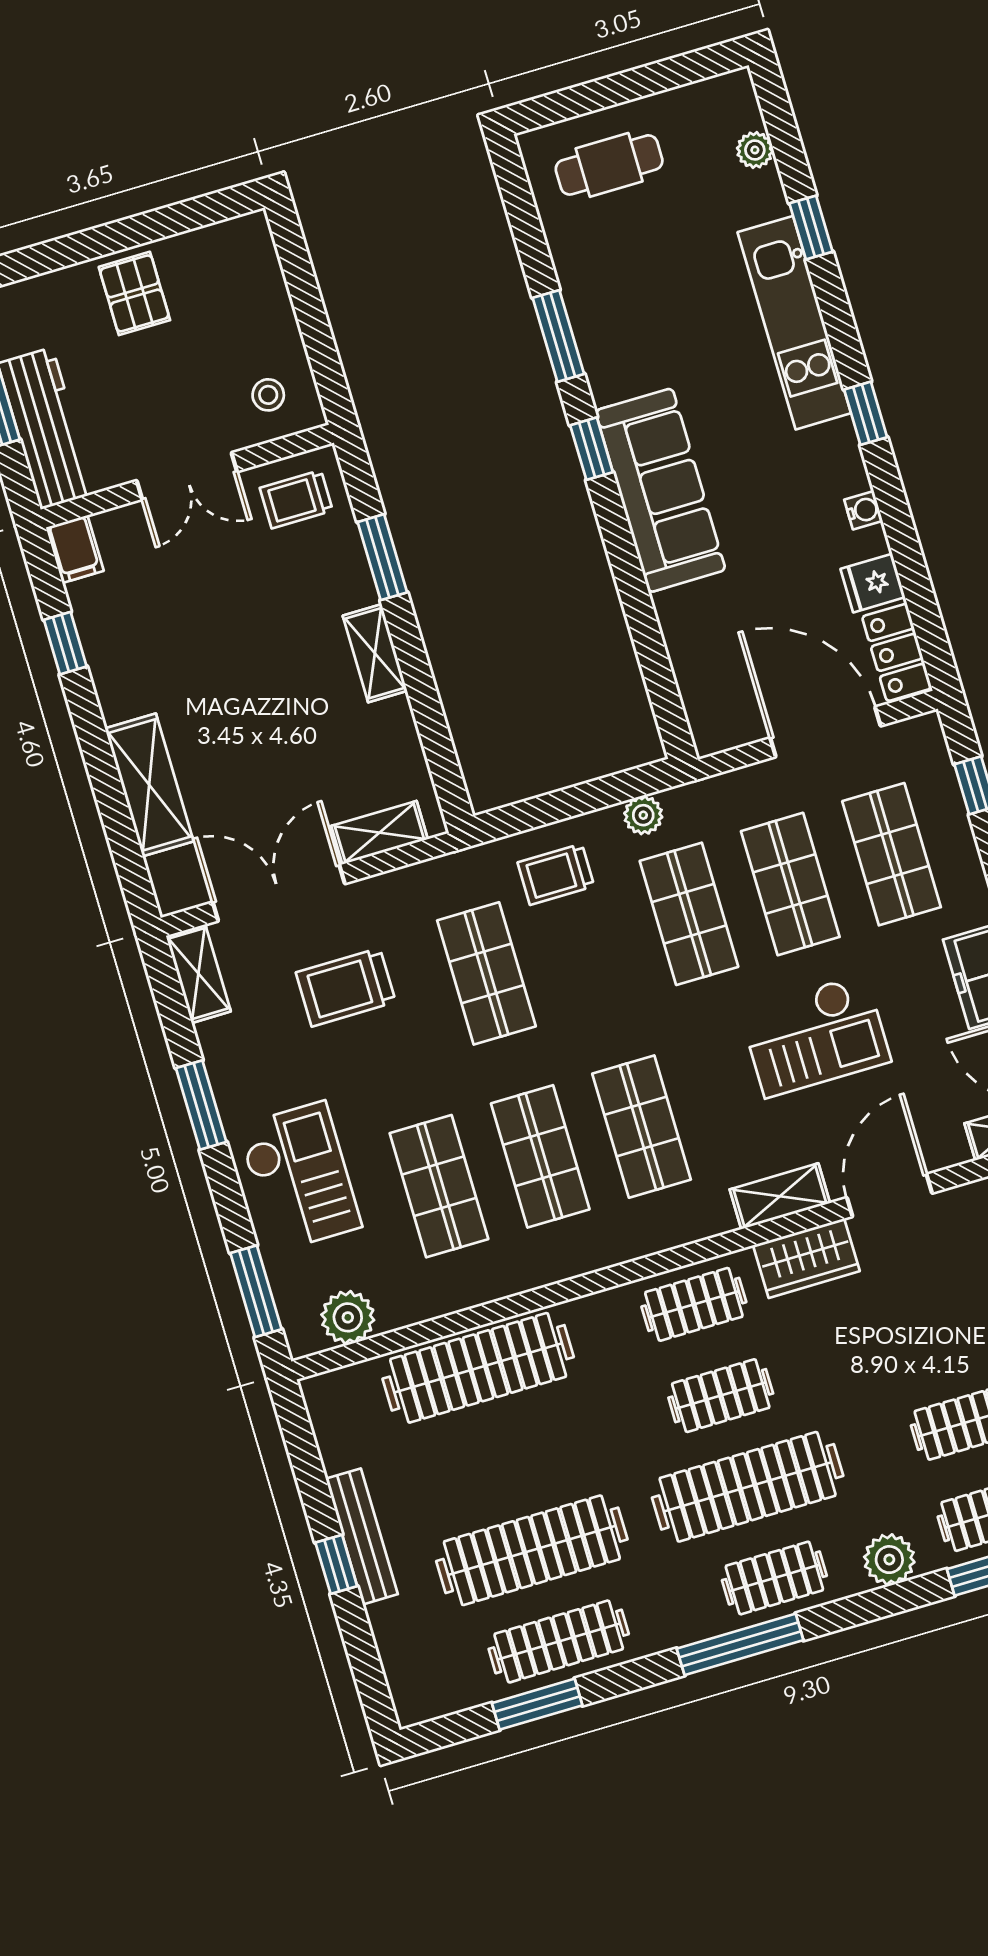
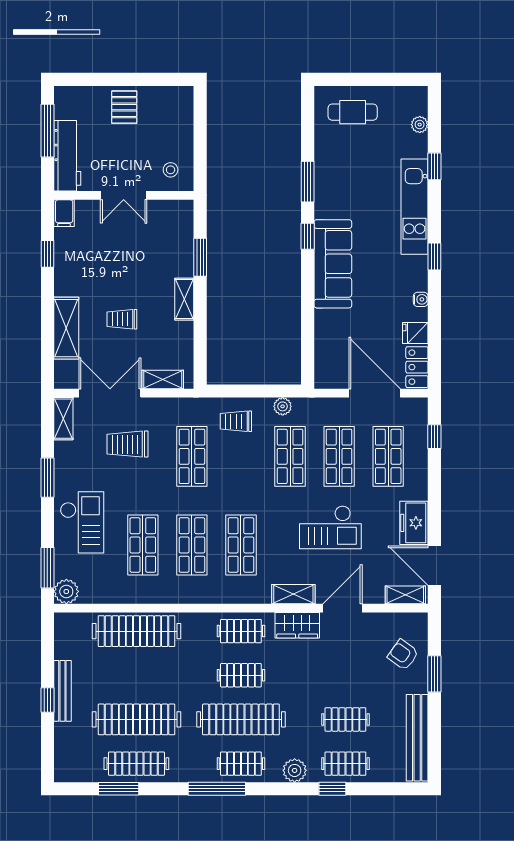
trolley: (296, 499) -> (122, 319), moved
plant: (348, 1317) -> (66, 591), moved

